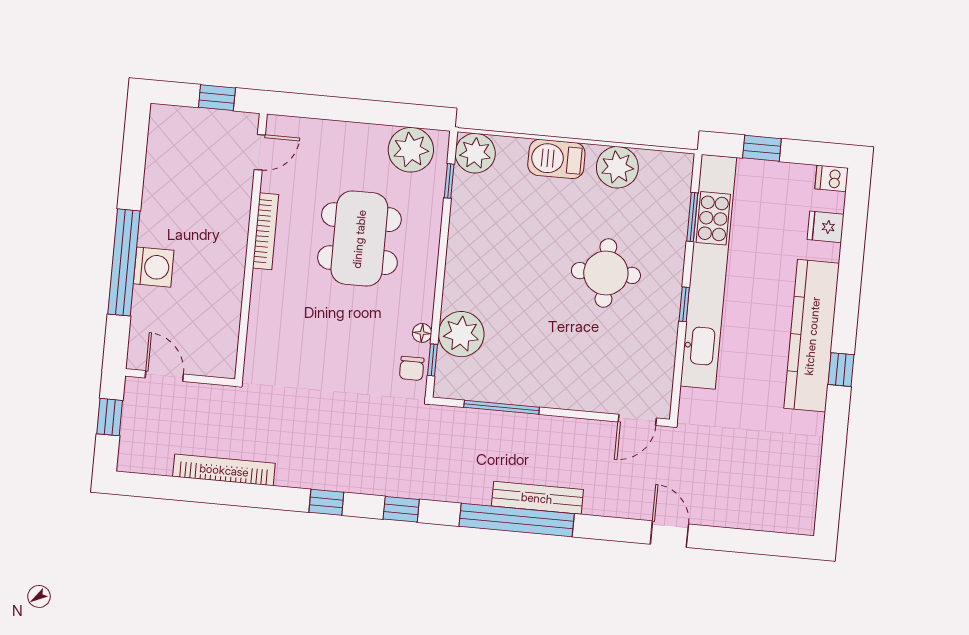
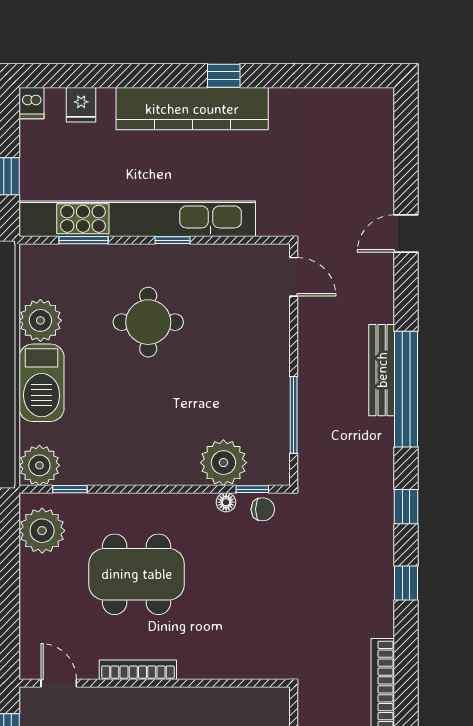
barbecue: (556, 159) -> (42, 383), width x1.37, depth x1.21

